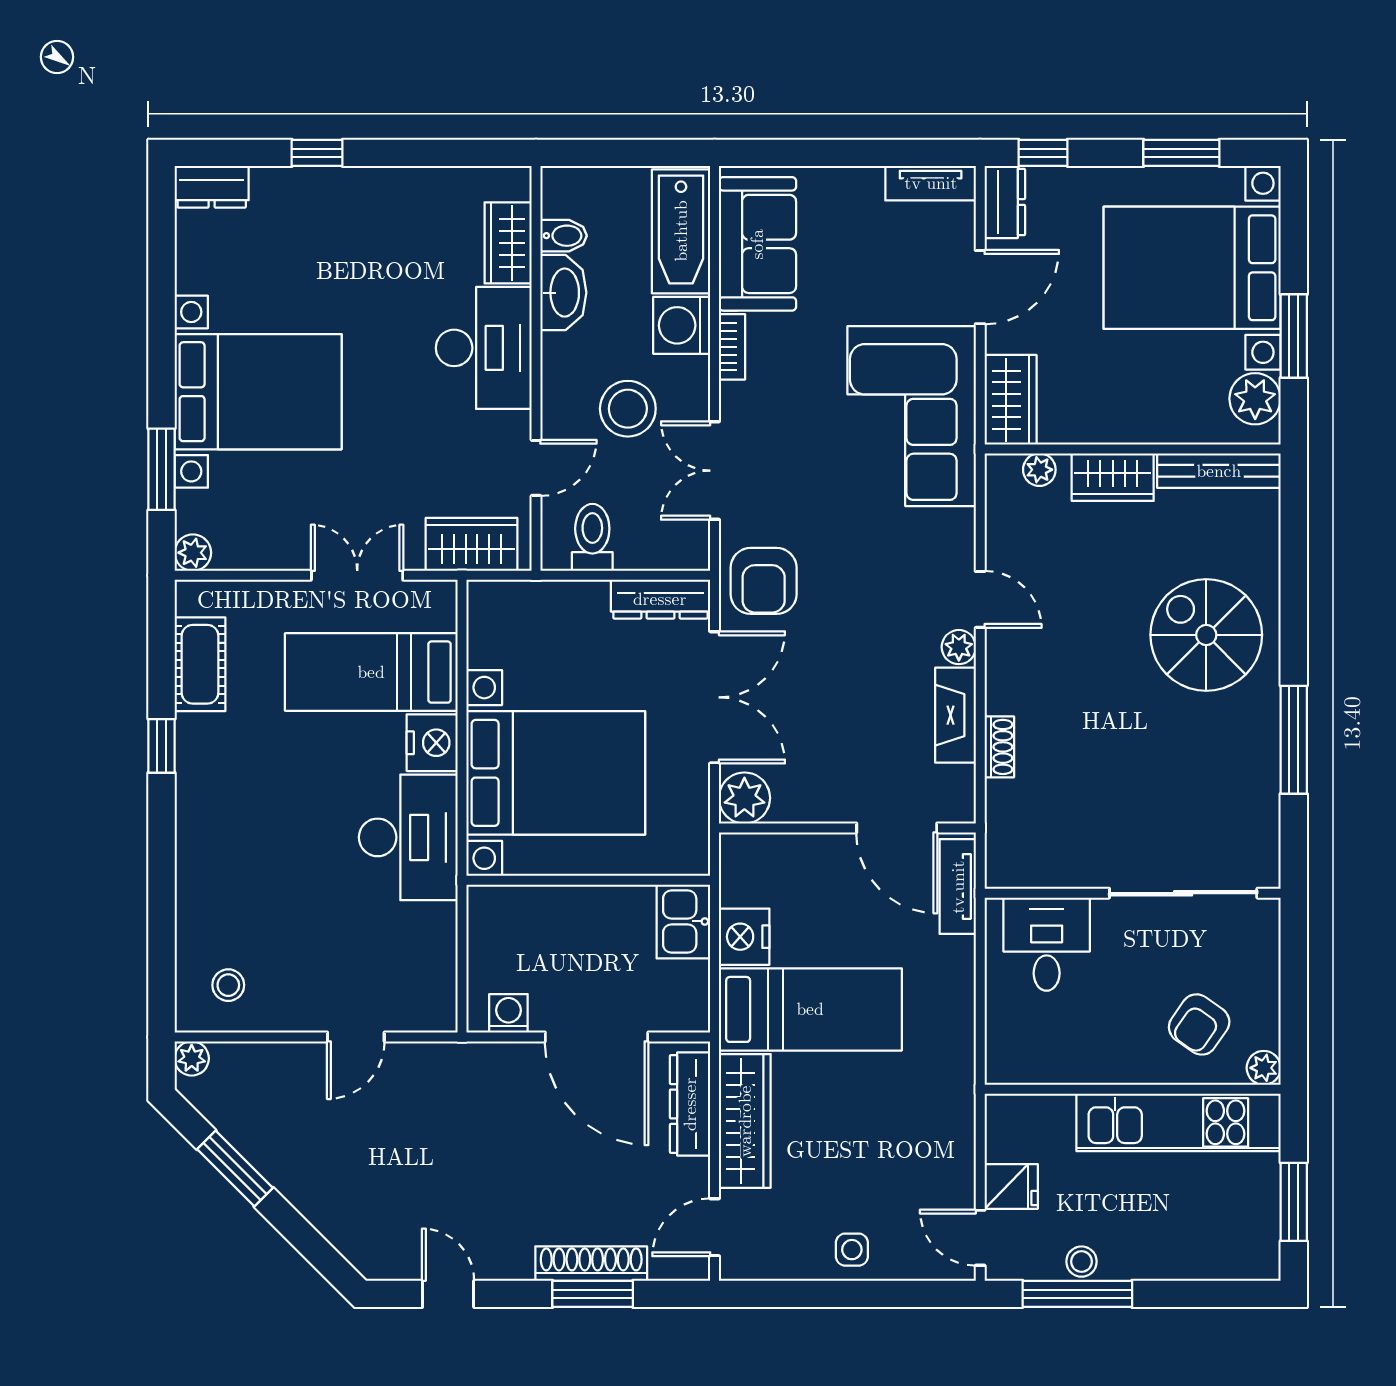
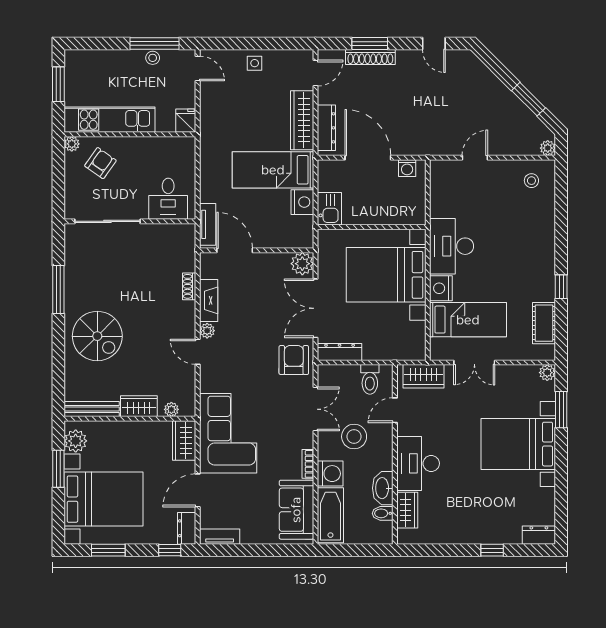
fridge: (1011, 1186) -> (186, 121), moved, turned 90

